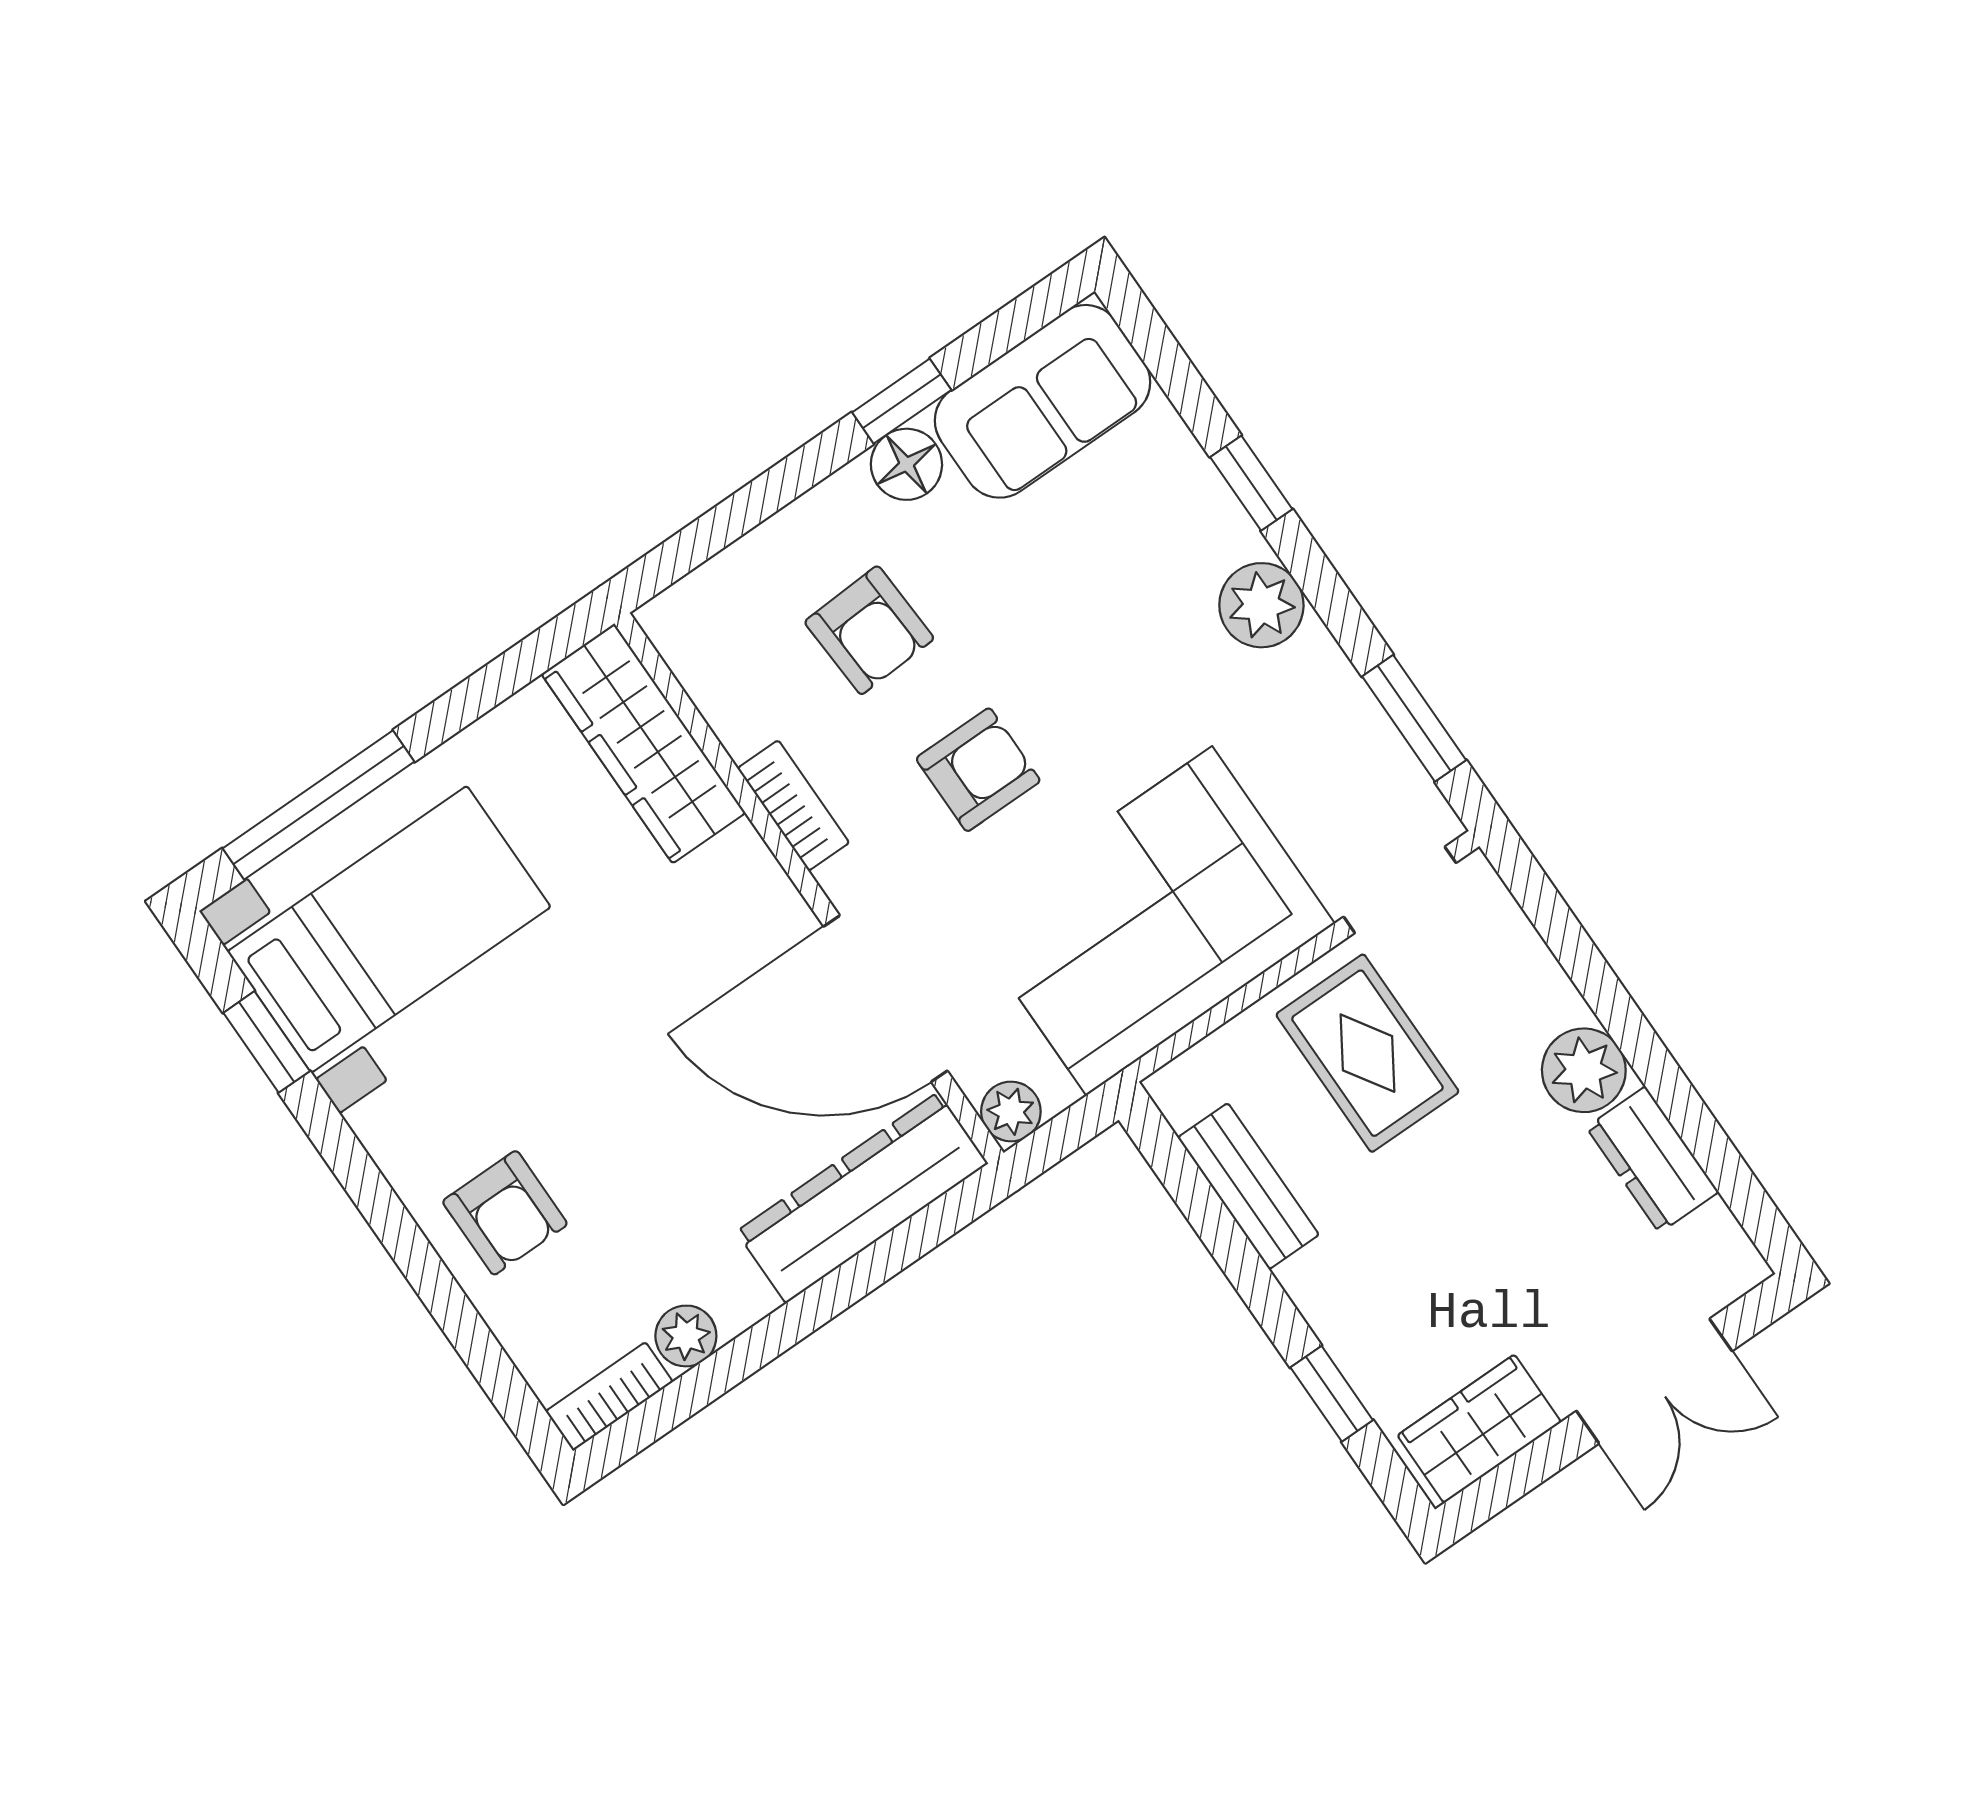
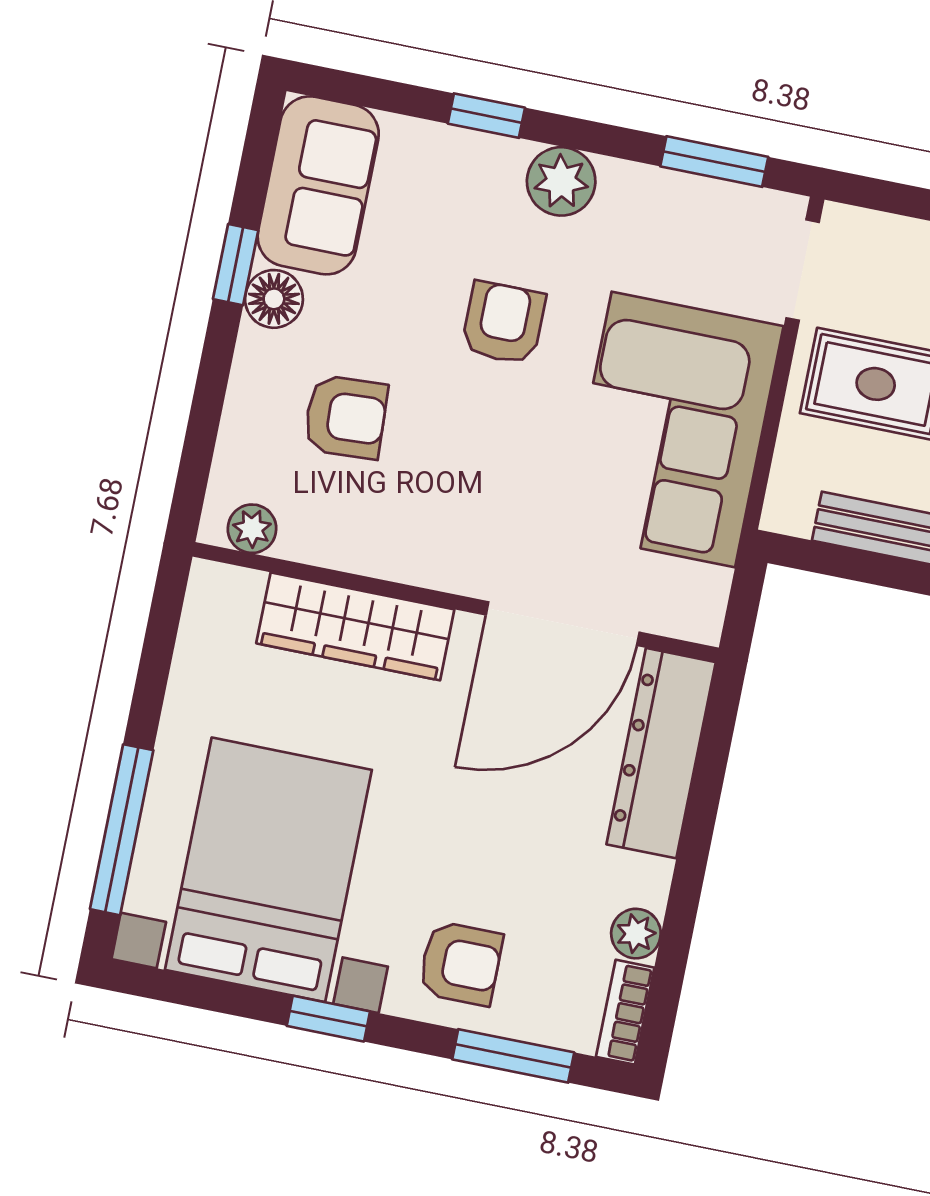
wardrobe: (643, 743) -> (355, 626), moved
armchair: (978, 770) -> (503, 323), moved
bookcase: (793, 806) -> (400, 562), removed
bed with nightstands: (389, 929) -> (268, 870), width x1.36
window: (267, 1042) -> (328, 1019), moved
plant: (1011, 1111) -> (252, 529), moved
window: (473, 1340) -> (513, 1056), added

